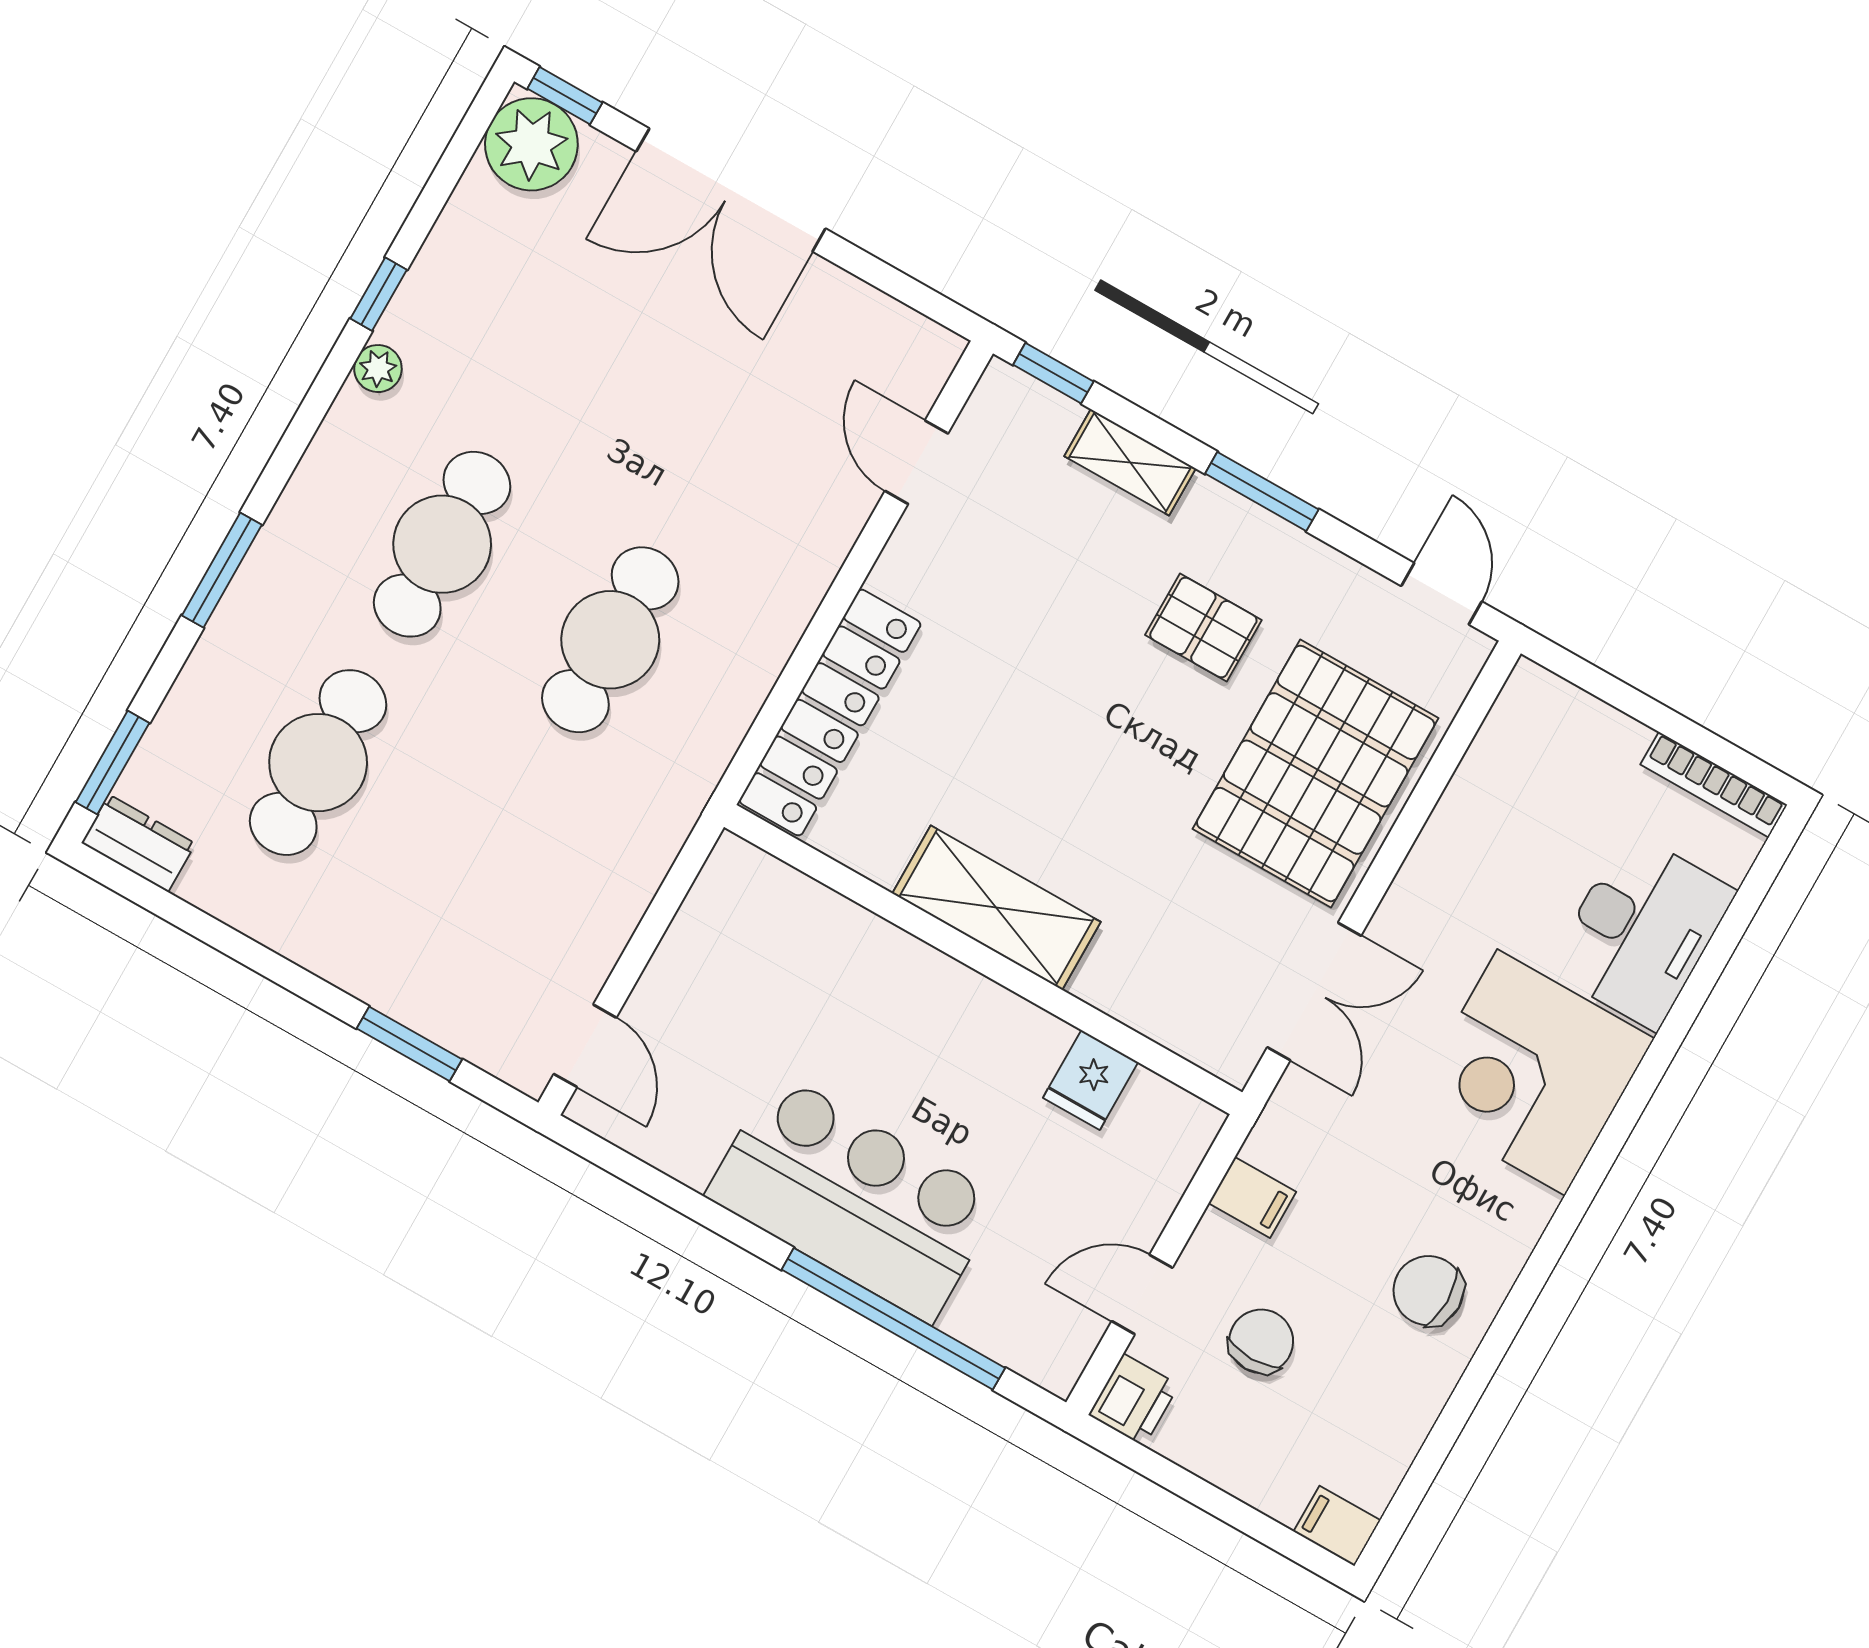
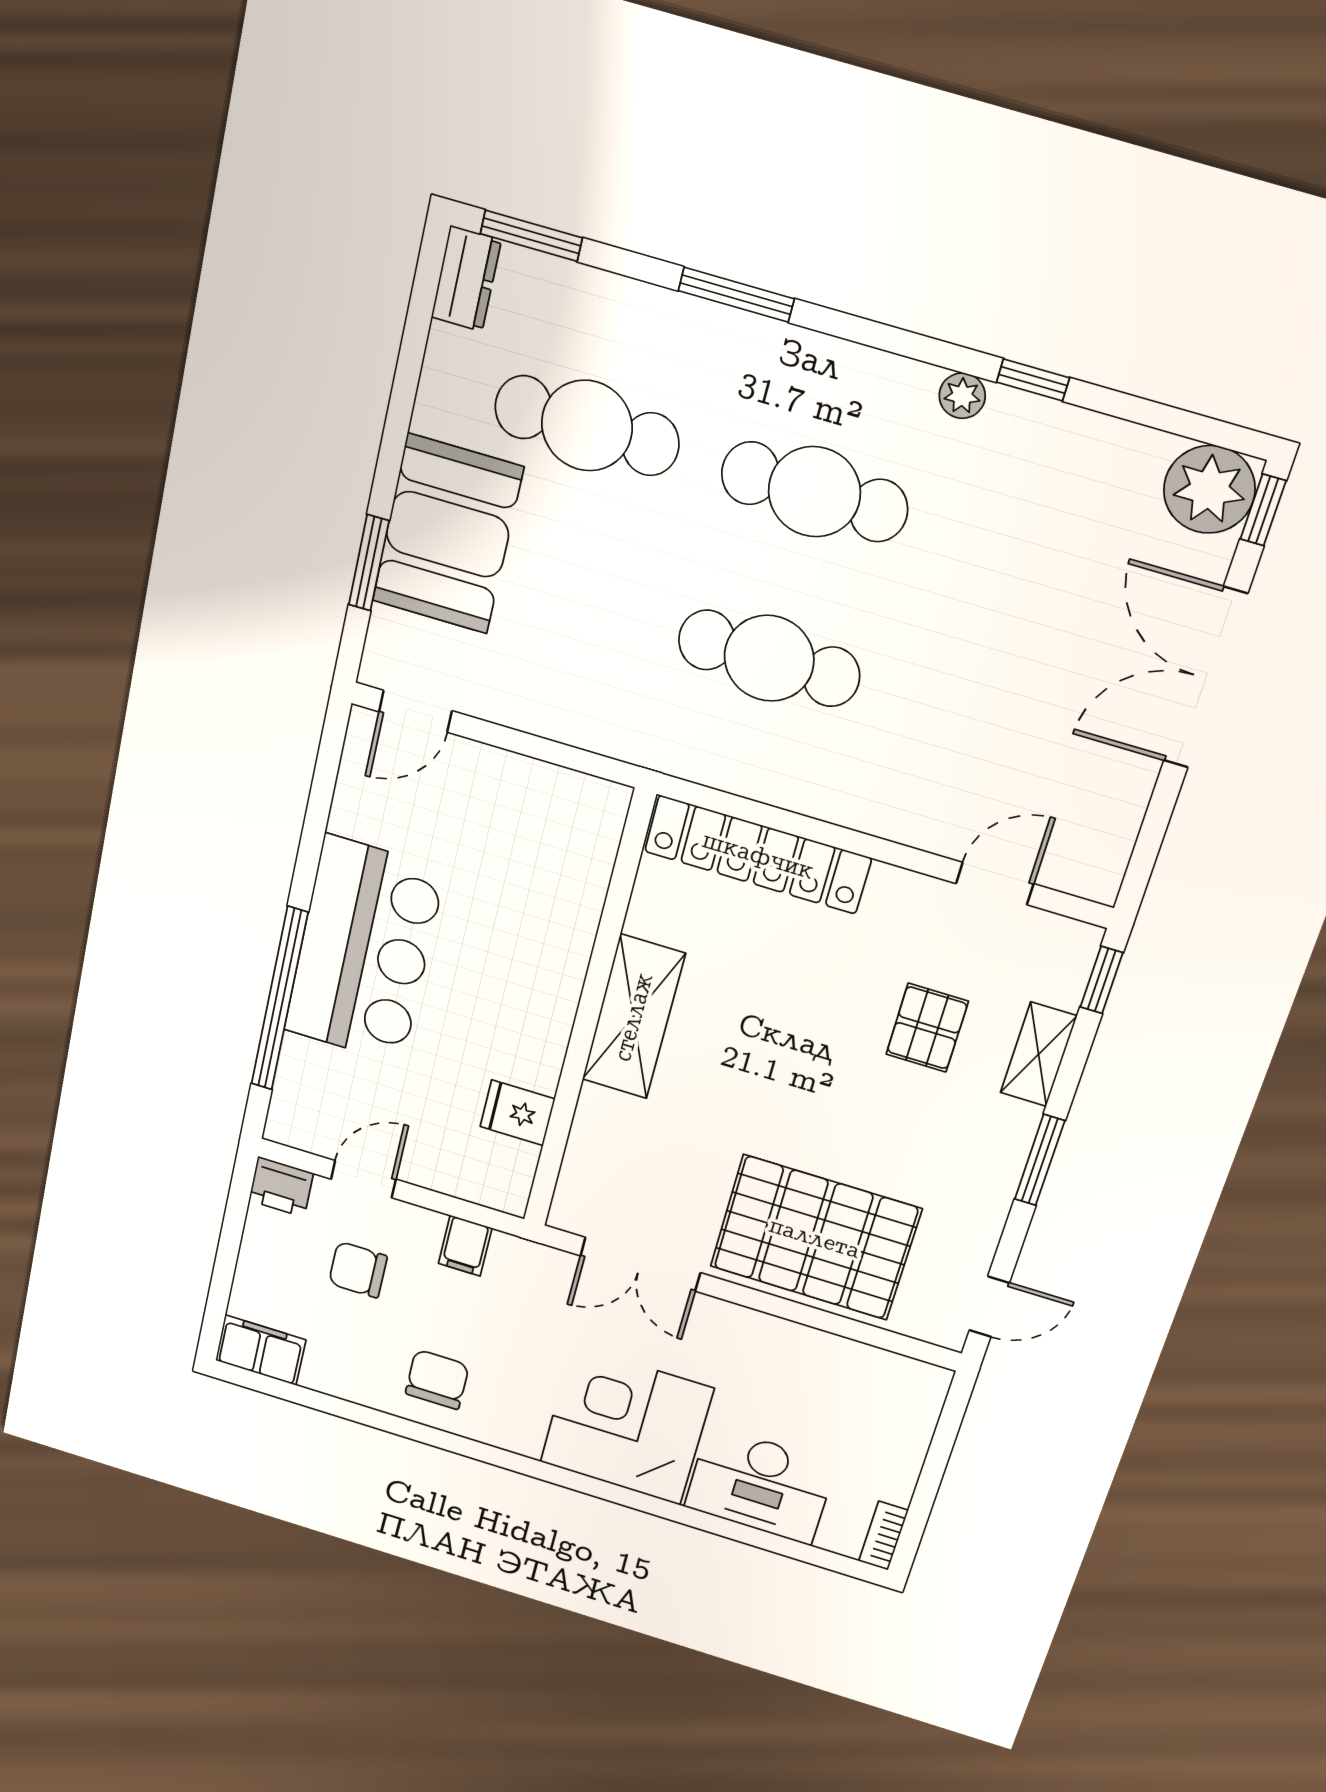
pallet: (1203, 628) -> (927, 1028), moved
bookcase: (1714, 785) -> (883, 1536), width x0.64
booth: (398, 947) -> (447, 534), added
door: (1142, 1294) -> (363, 1179), hinge flipped
chair: (1261, 1341) -> (358, 1270), turned 180
filing cabinet: (1337, 1526) -> (261, 1350), width x2.00

